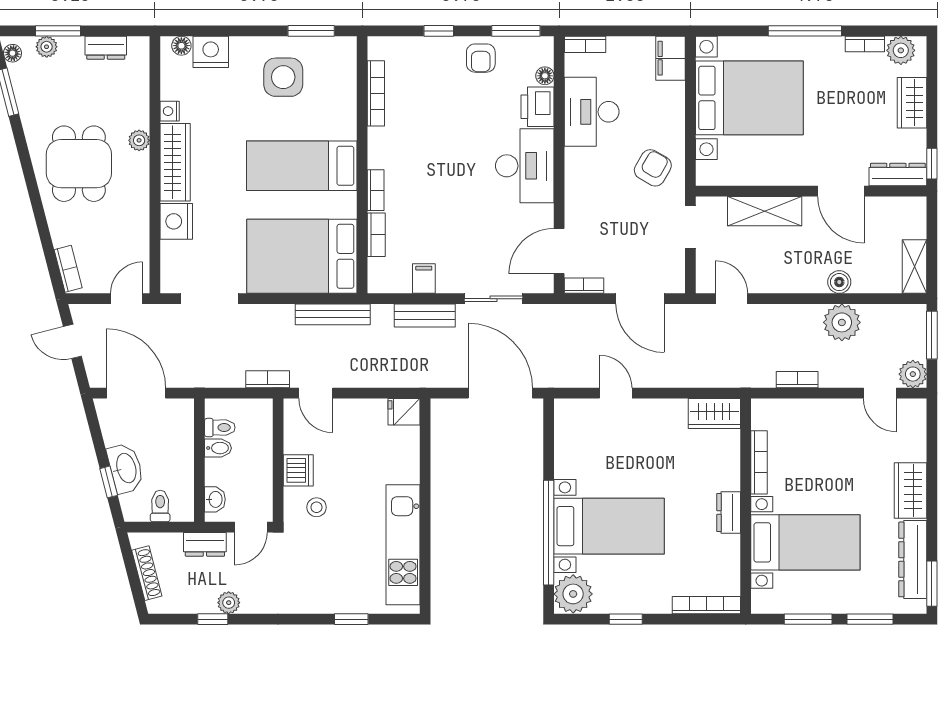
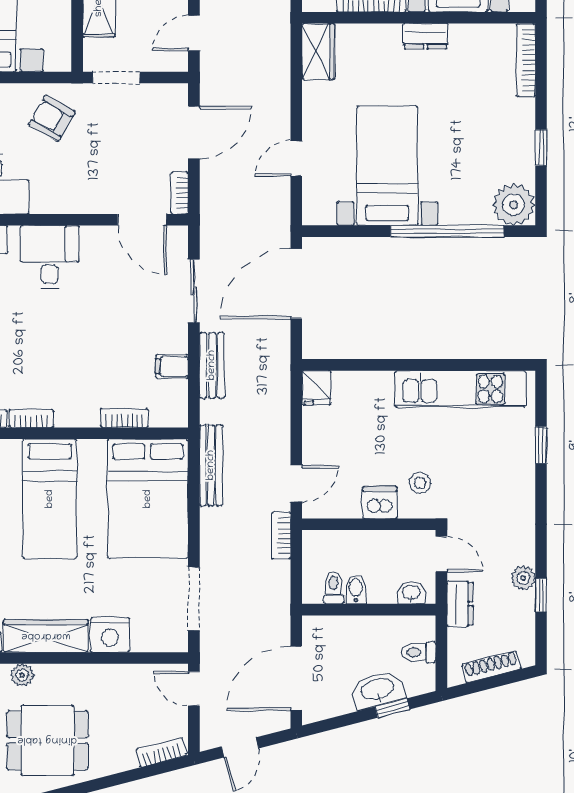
desk: (525, 166) -> (50, 257), width x0.73
bookcase: (376, 190) -> (31, 419), moved
bed with nightstands: (609, 526) -> (387, 166), moved

